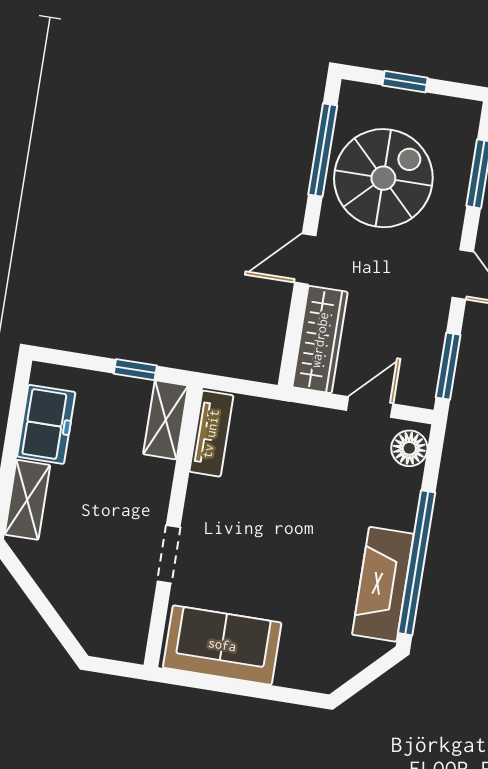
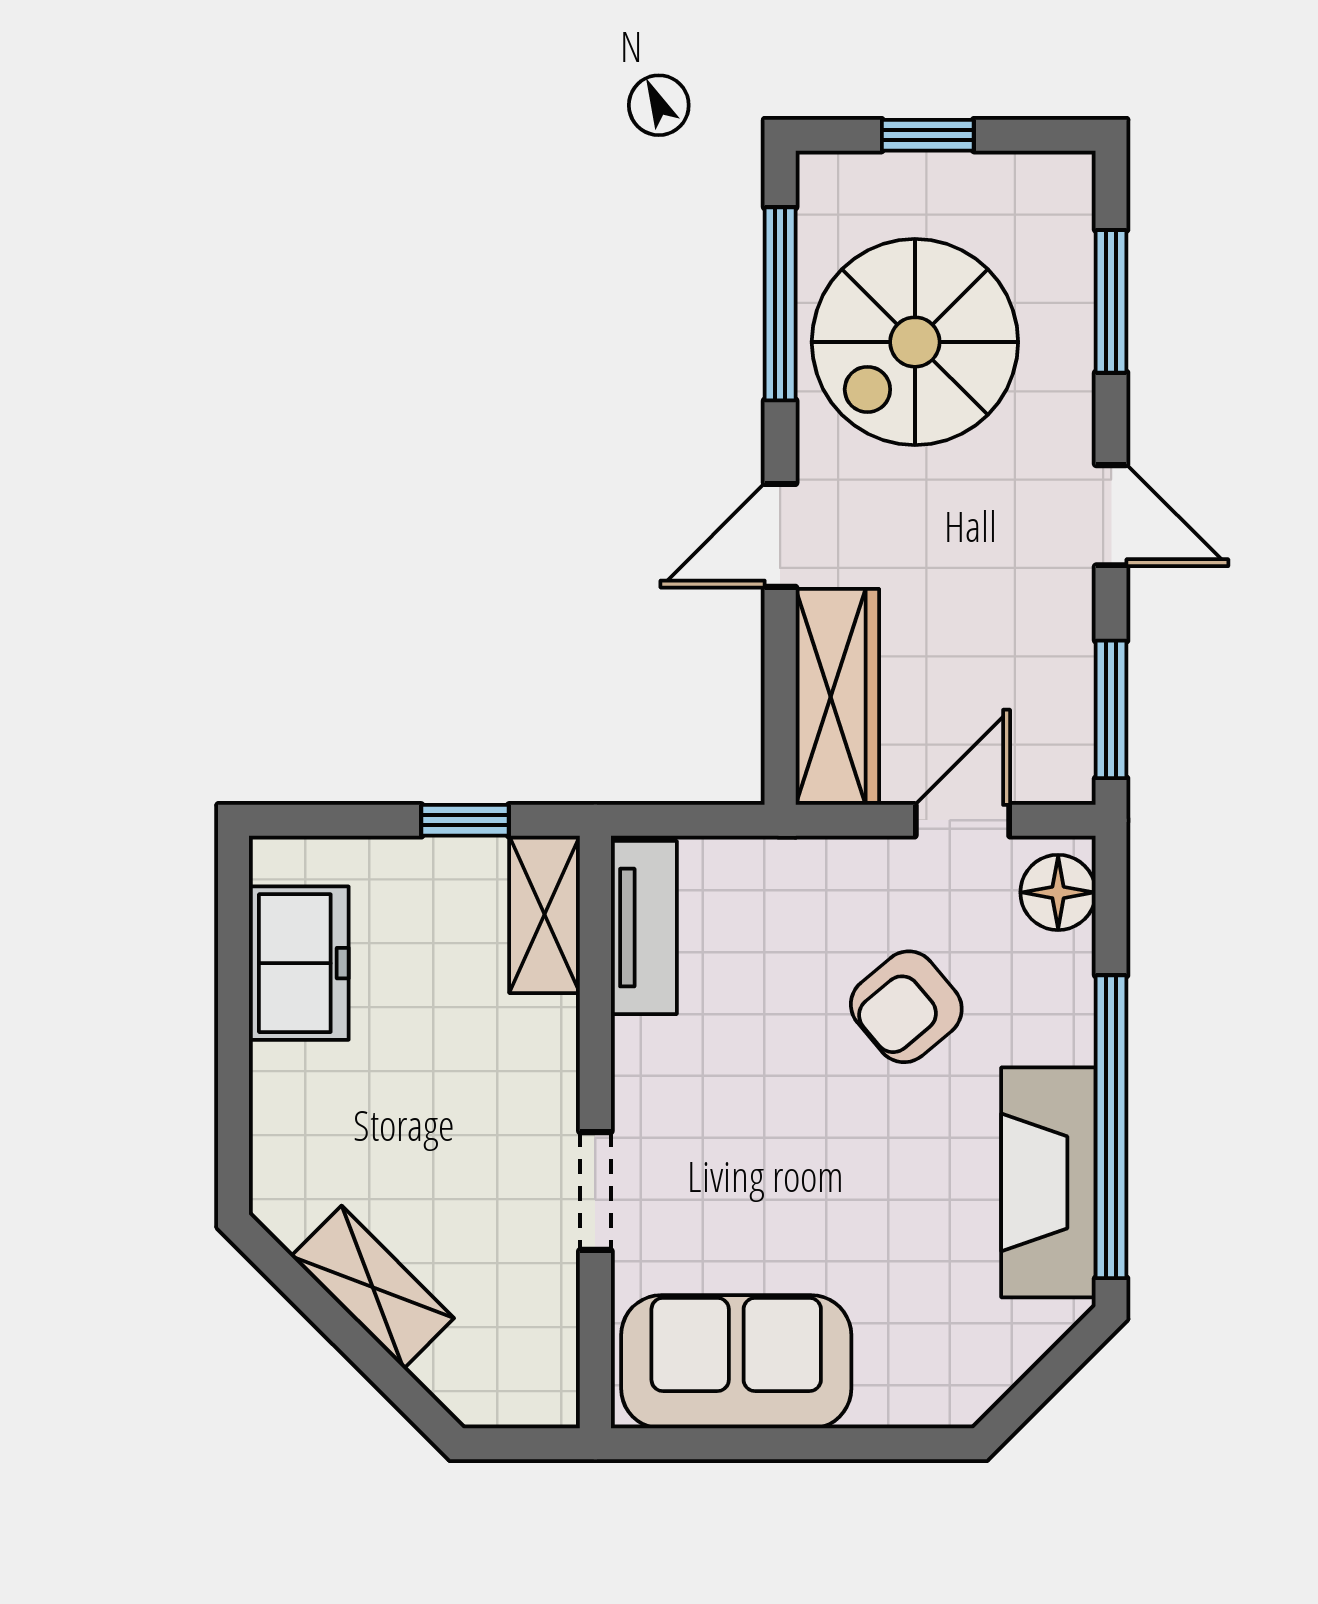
spiral stairs: (383, 178) -> (915, 342), turned 180
armchair: (329, 491) -> (906, 1007), added
shelving: (27, 500) -> (373, 1287), moved, turned -45

